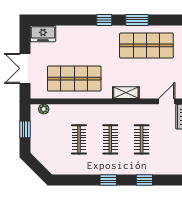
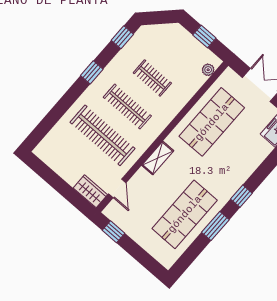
clothes rail: (110, 139) -> (127, 107), width x1.36
clothes rail: (142, 139) -> (102, 135), width x1.86, depth x1.31
window: (144, 180) -> (122, 37), moved

